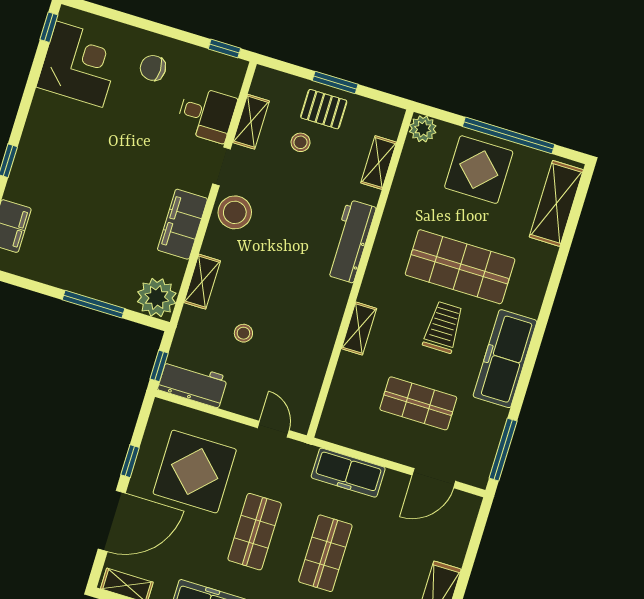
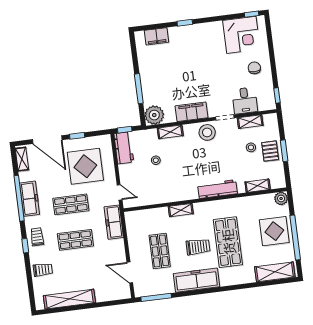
door: (273, 429) -> (120, 192), hinge flipped
freezer: (348, 473) -> (114, 222), moved

